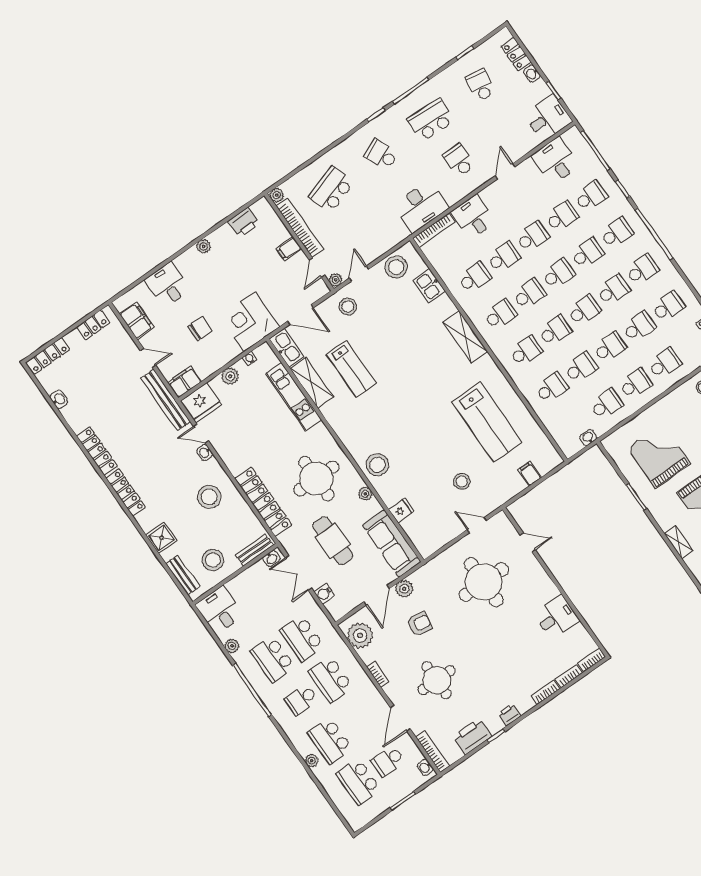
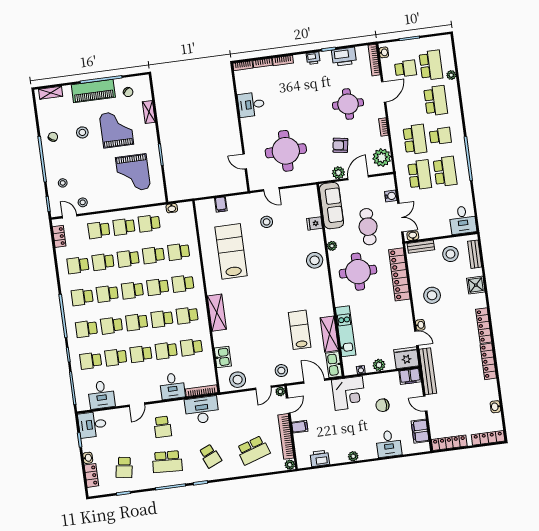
locker: (93, 325) -> (449, 443), width x1.53
plant: (232, 646) -> (467, 193), removed
plant: (312, 761) -> (451, 75), moved

